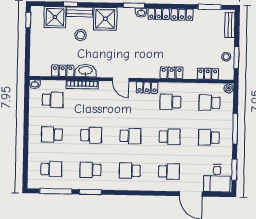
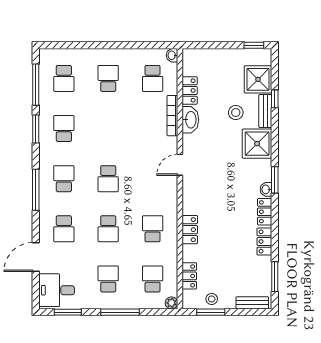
locker: (147, 88) -> (170, 199), removed
school desk: (91, 135) -> (108, 129), removed
window: (138, 193) -> (36, 190), added

